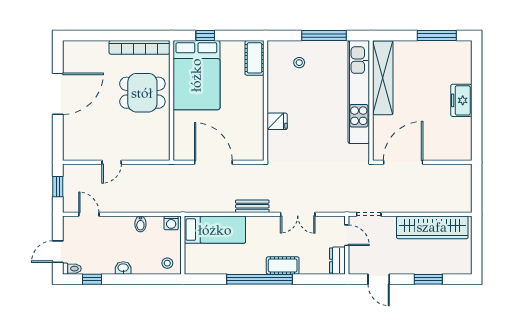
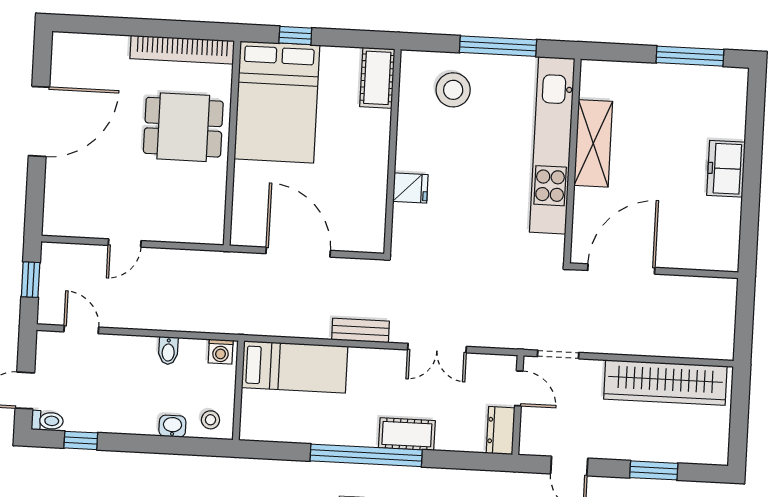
stool: (299, 63) -> (453, 90), width x1.89, depth x1.89
shelving: (383, 78) -> (593, 143), width x0.68
washbasin: (123, 268) -> (172, 426), moved

